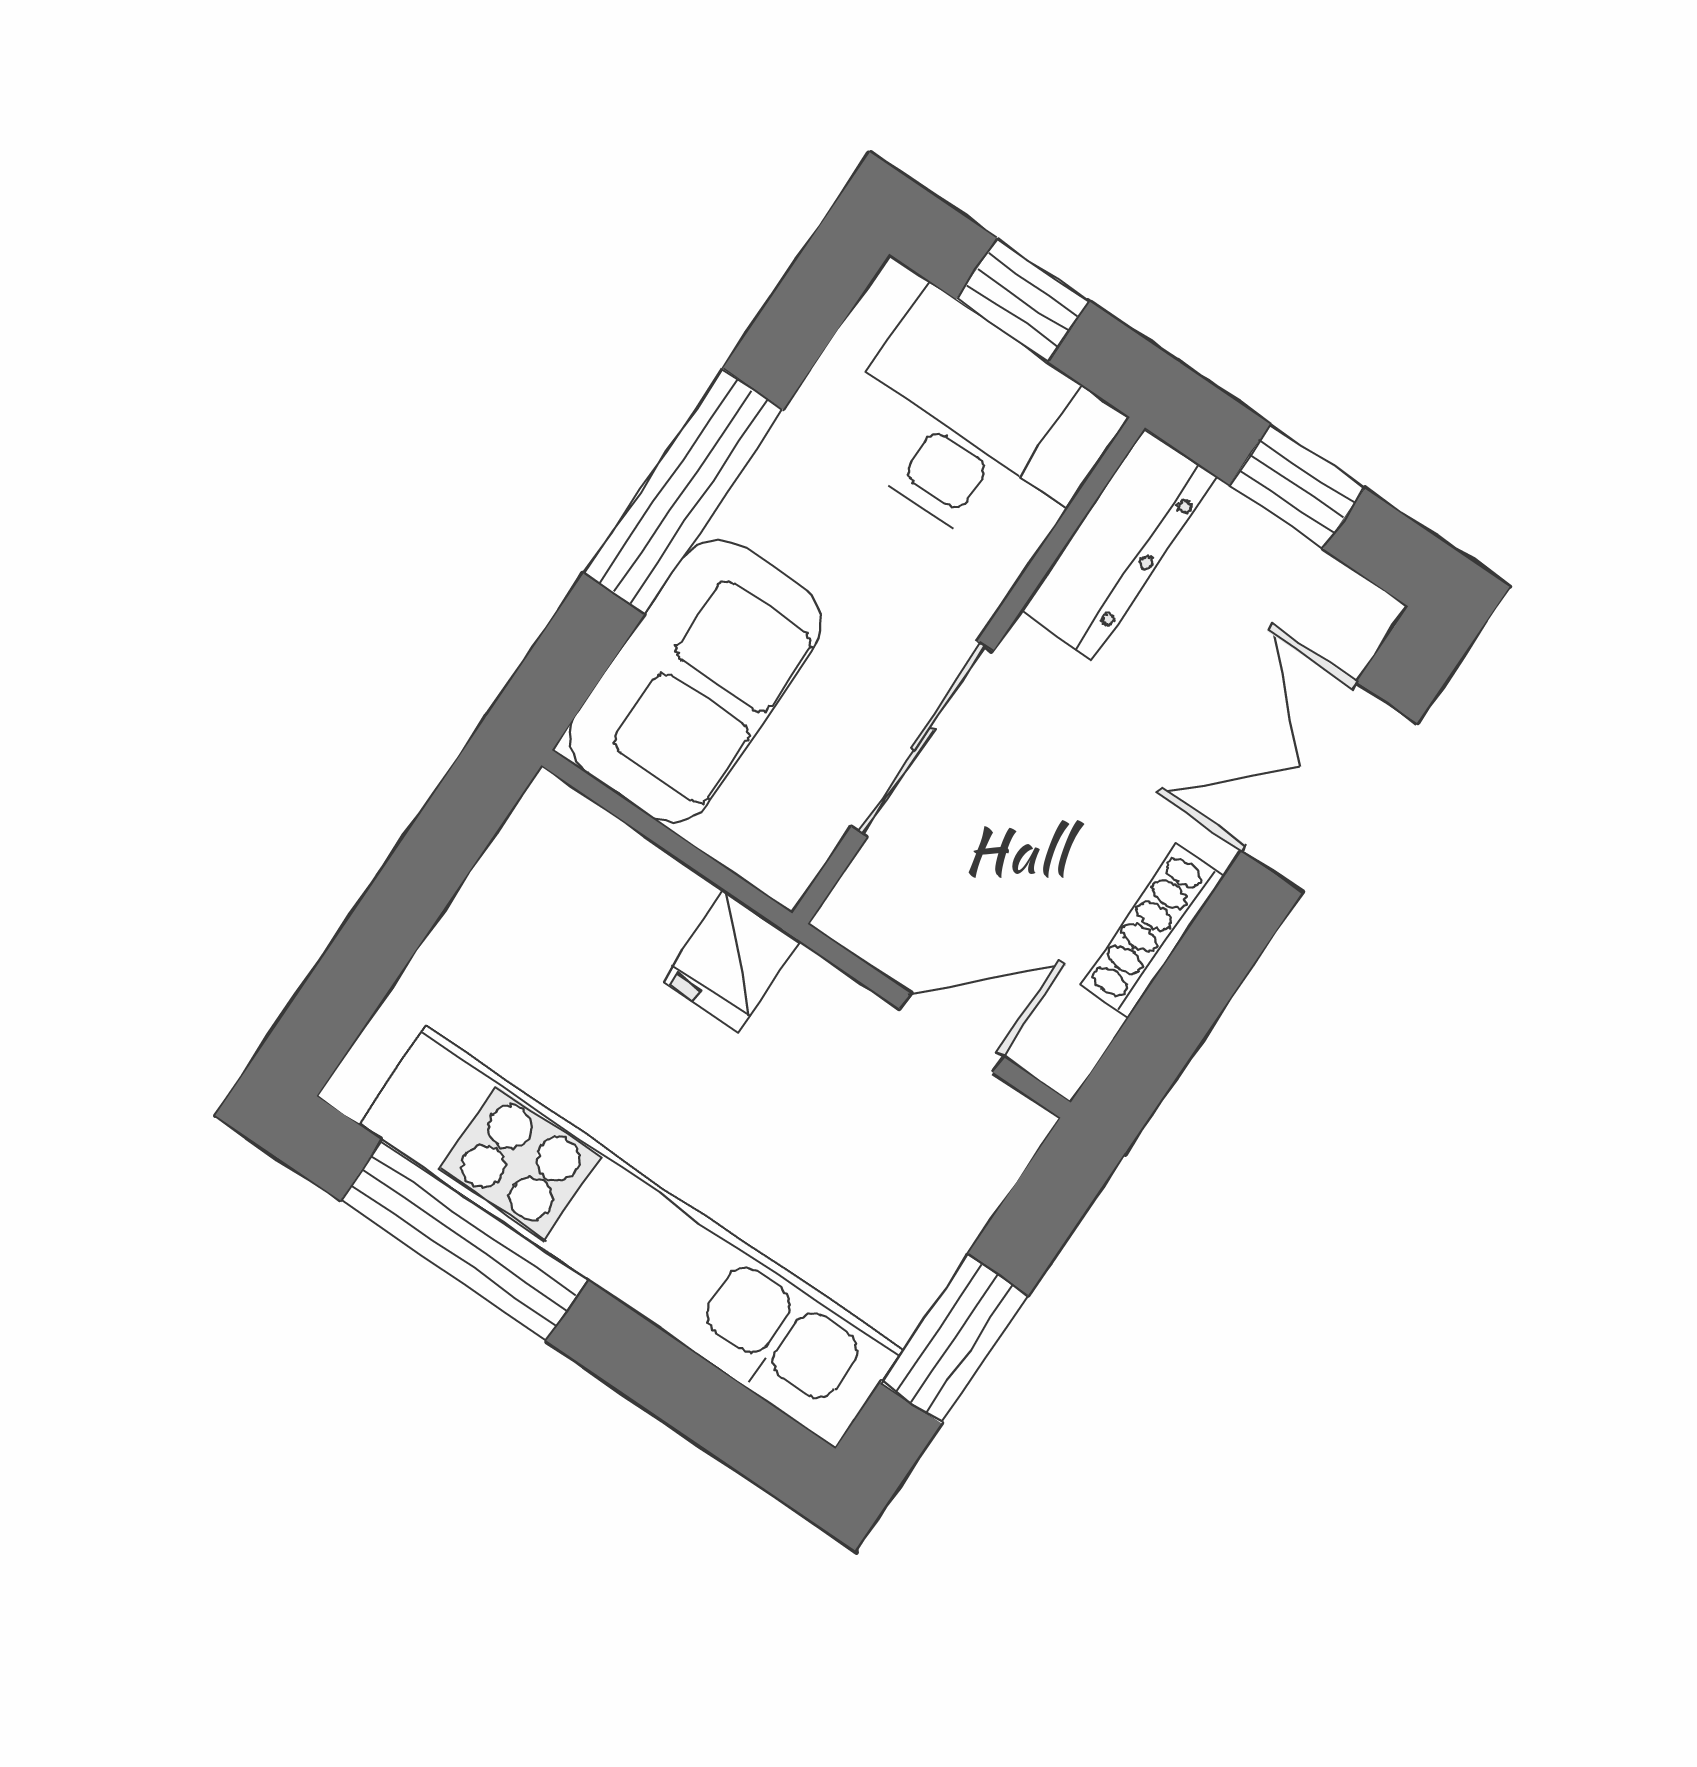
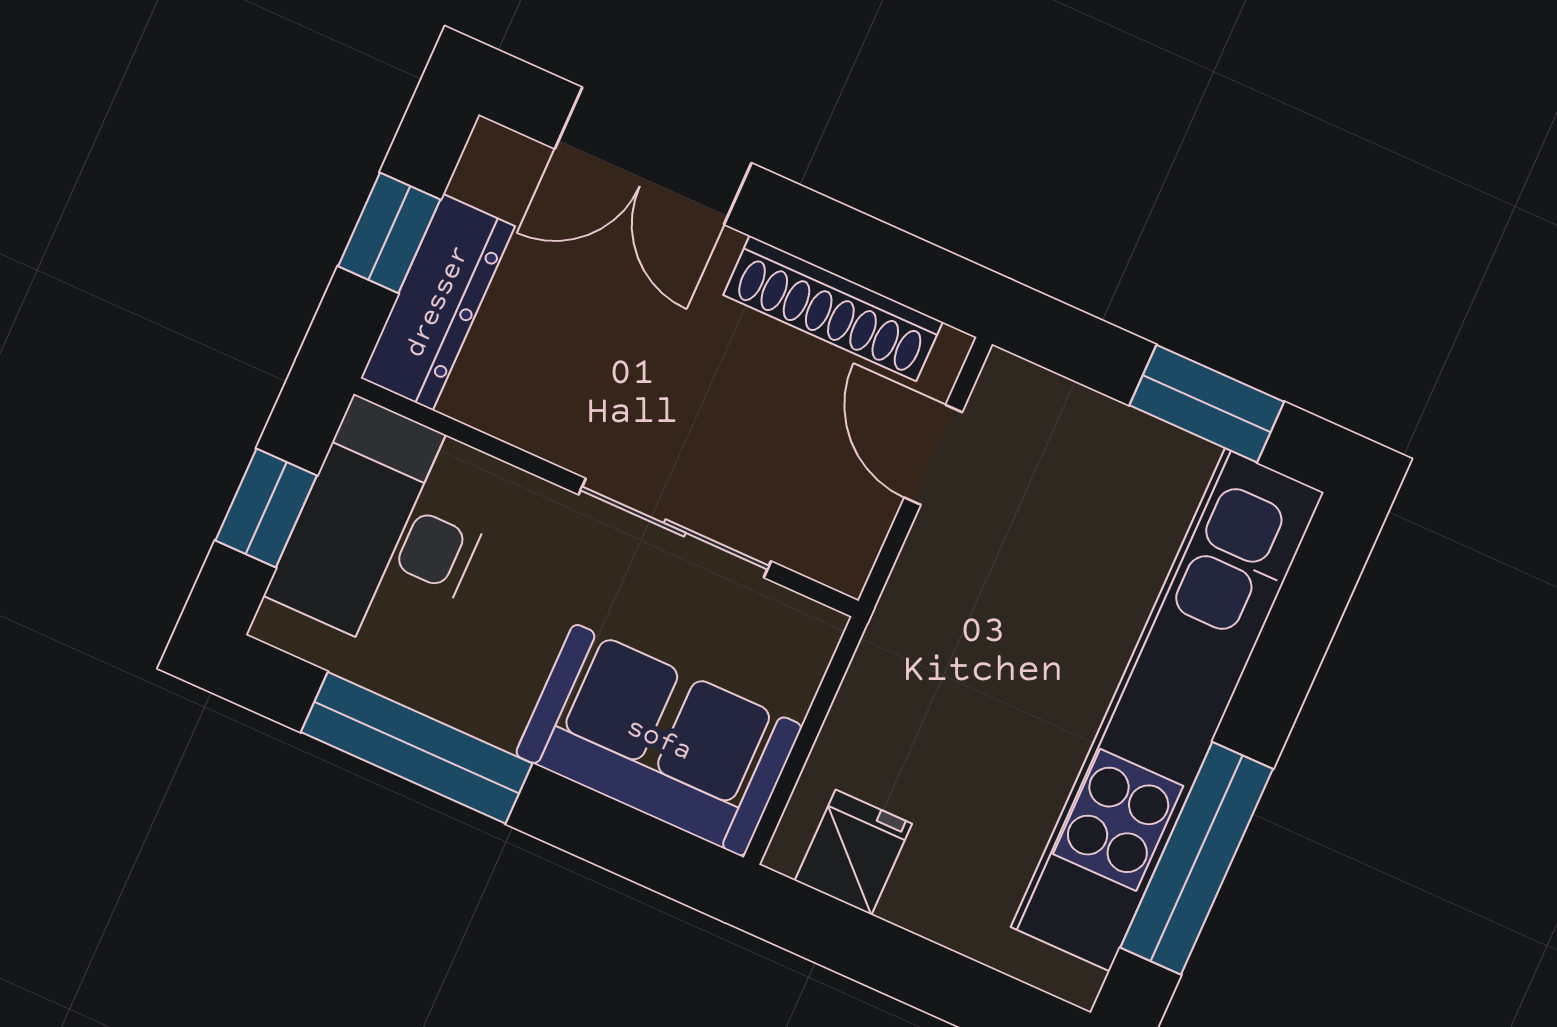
window: (684, 491) -> (417, 748), moved
dresser: (1118, 544) -> (438, 302), moved, turned 90
shoe rack: (1152, 931) -> (833, 308), width x1.36, depth x1.24
fridge: (732, 961) -> (853, 852), moved, turned -90

